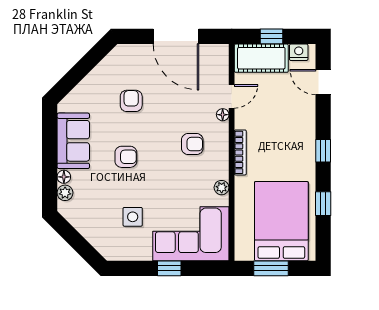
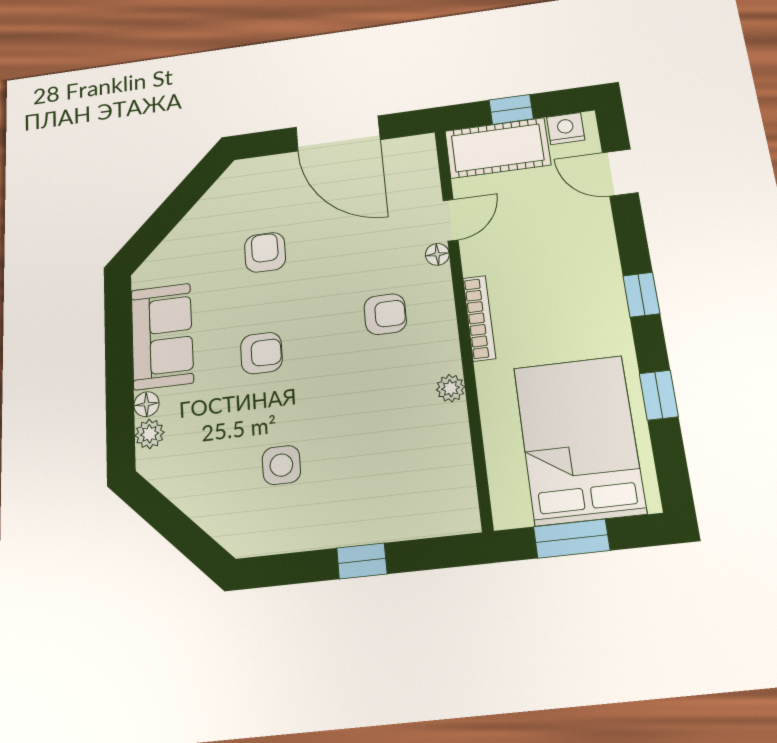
corner sofa: (191, 234) -> (399, 486), removed

